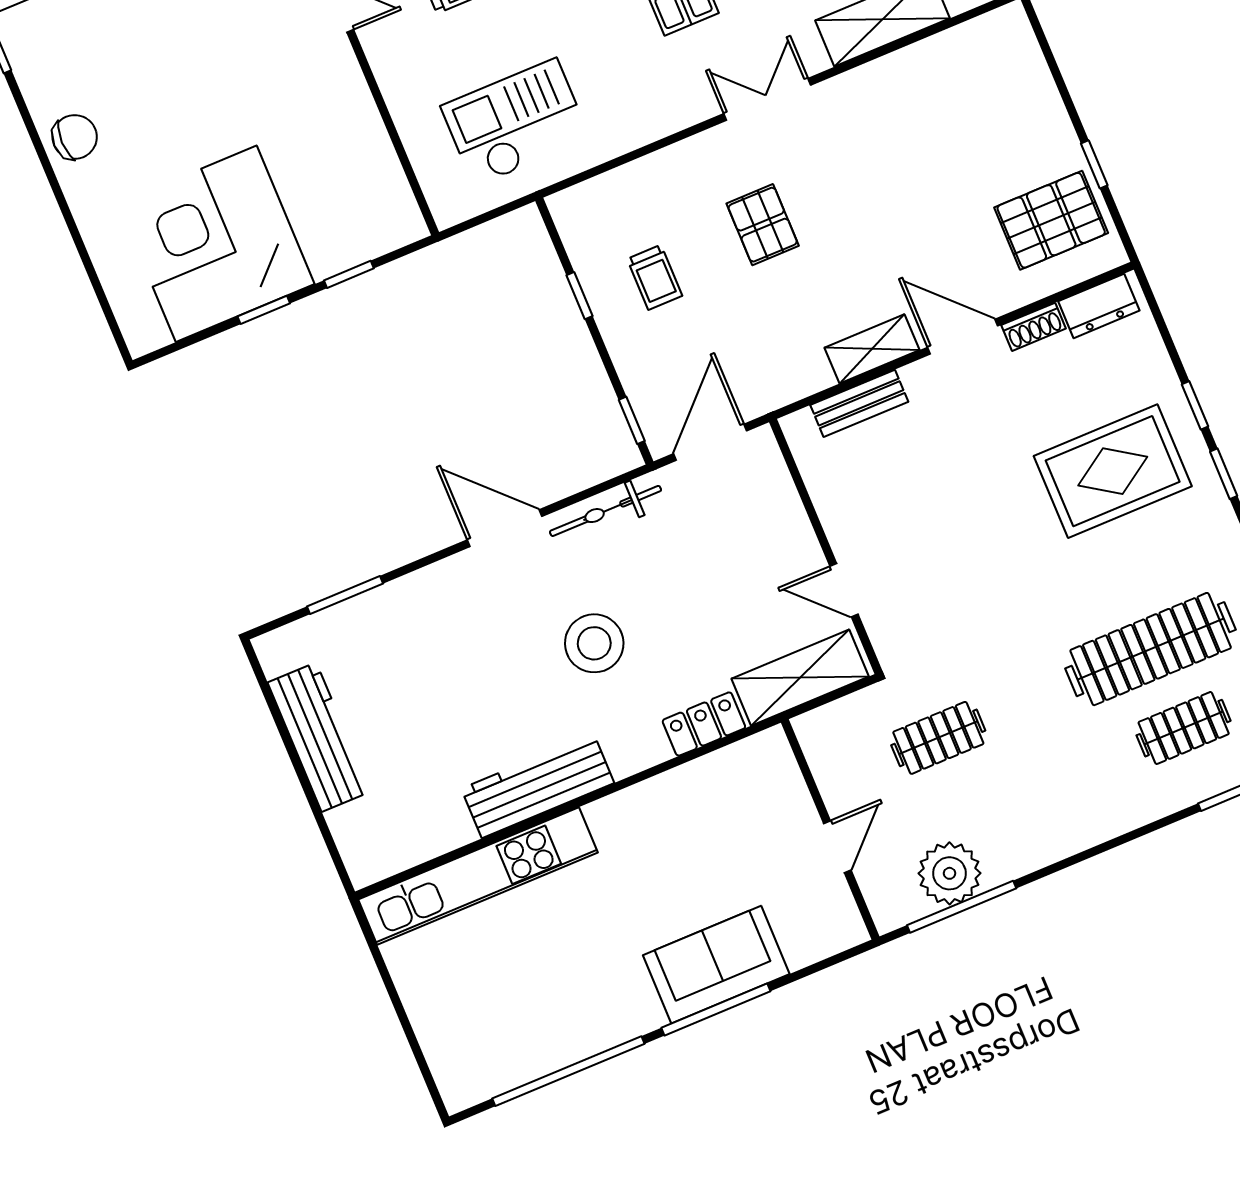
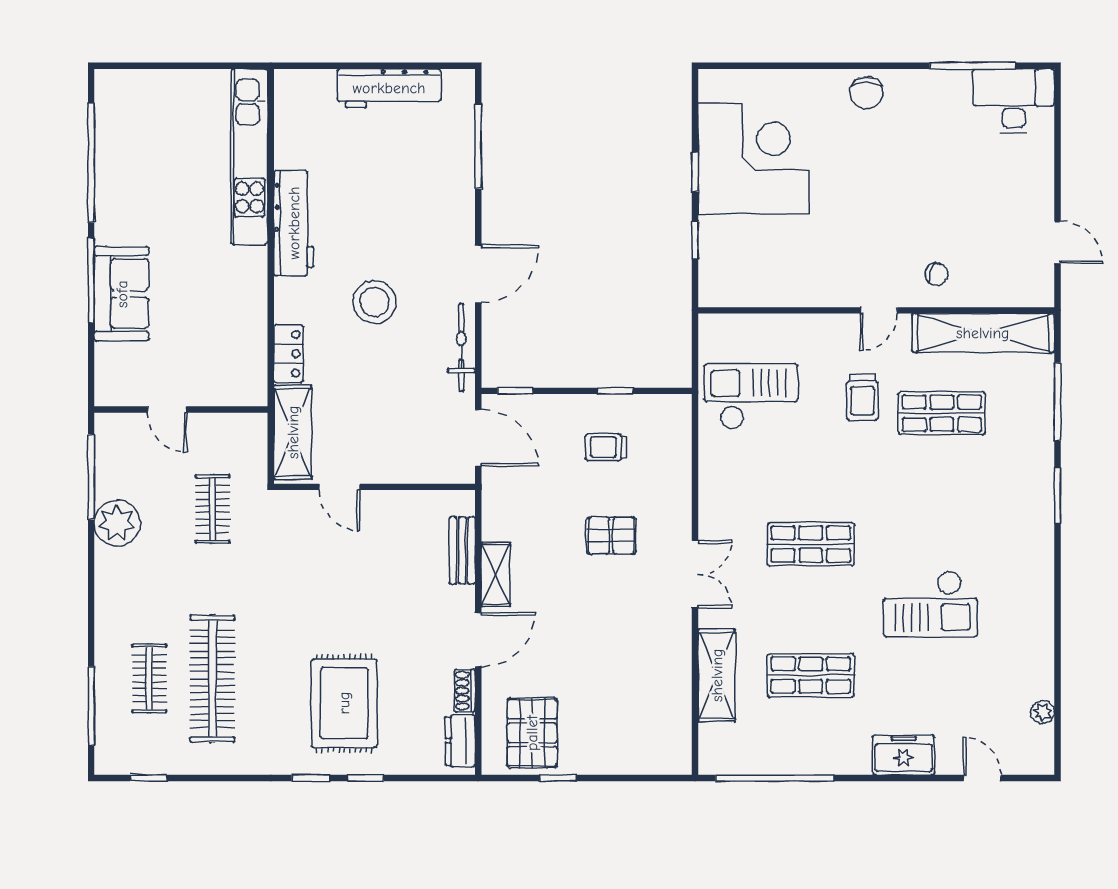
checkout: (515, 123) -> (751, 397), turned -90
door: (844, 590) -> (340, 487), swing flipped
window: (345, 595) -> (478, 146), width x1.44
plant: (950, 873) -> (117, 523), moved

